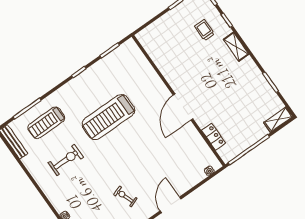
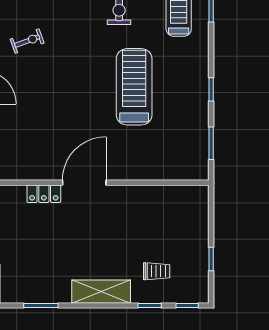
shelving: (236, 47) -> (101, 292), width x1.50, depth x1.33
door: (183, 107) -> (84, 183), hinge flipped
locker: (214, 137) -> (44, 194), moved

